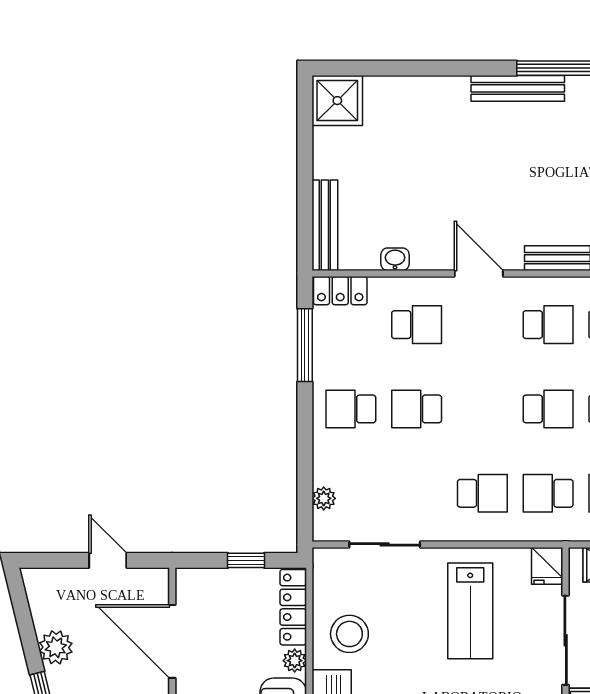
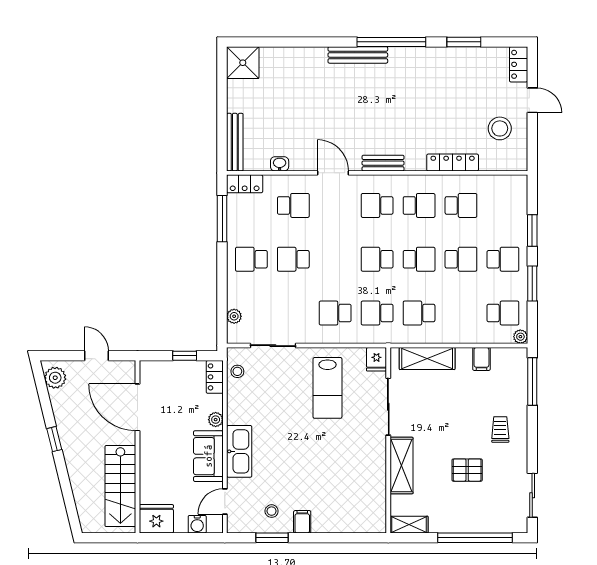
school desk: (548, 325) -> (377, 205), turned 180
school desk: (548, 409) -> (377, 259), turned 180
school desk: (482, 493) -> (335, 313), turned 180
locker: (293, 607) -> (215, 377), width x0.66
stool: (349, 634) -> (237, 371), moved, width x0.53, depth x0.53
plant: (56, 647) -> (55, 378), moved

